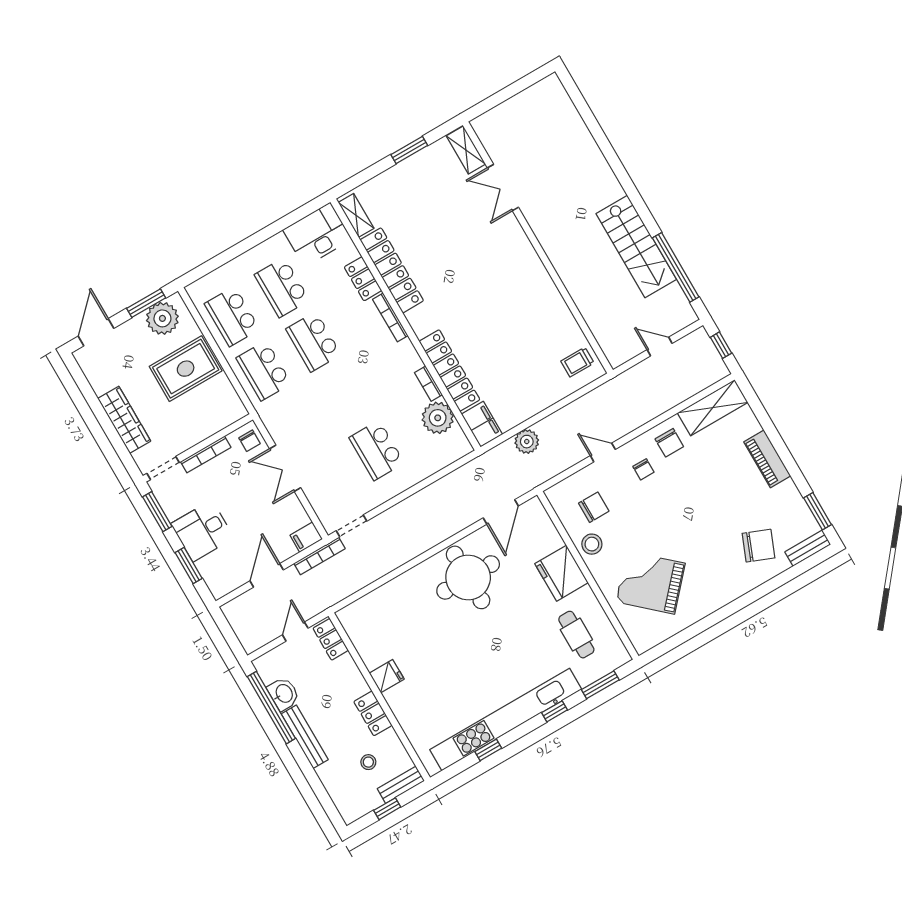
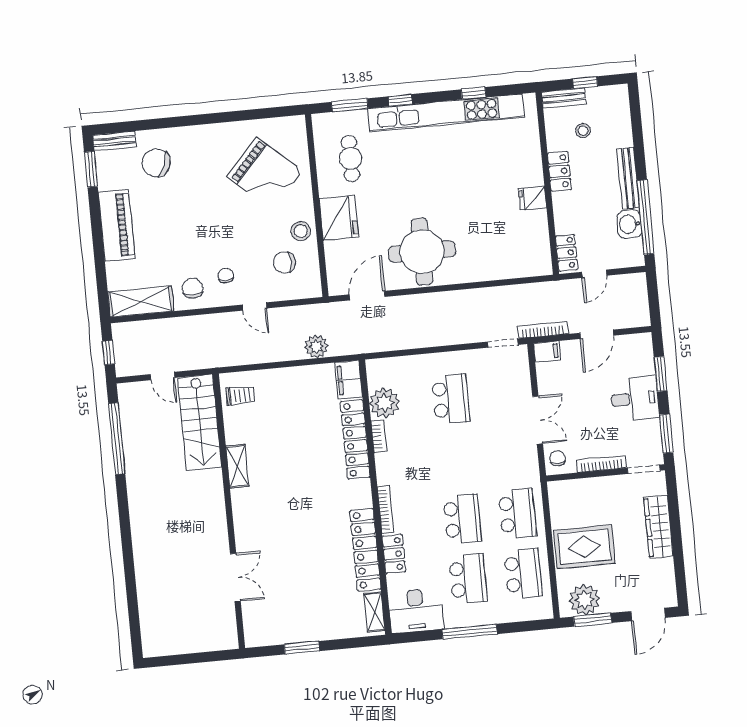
shelving: (466, 150) -> (237, 466), moved
window: (258, 238) -> (469, 632), added
stairs: (636, 246) -> (200, 422), moved, turned 180
piano: (767, 459) -> (117, 225), width x1.37, depth x1.33

